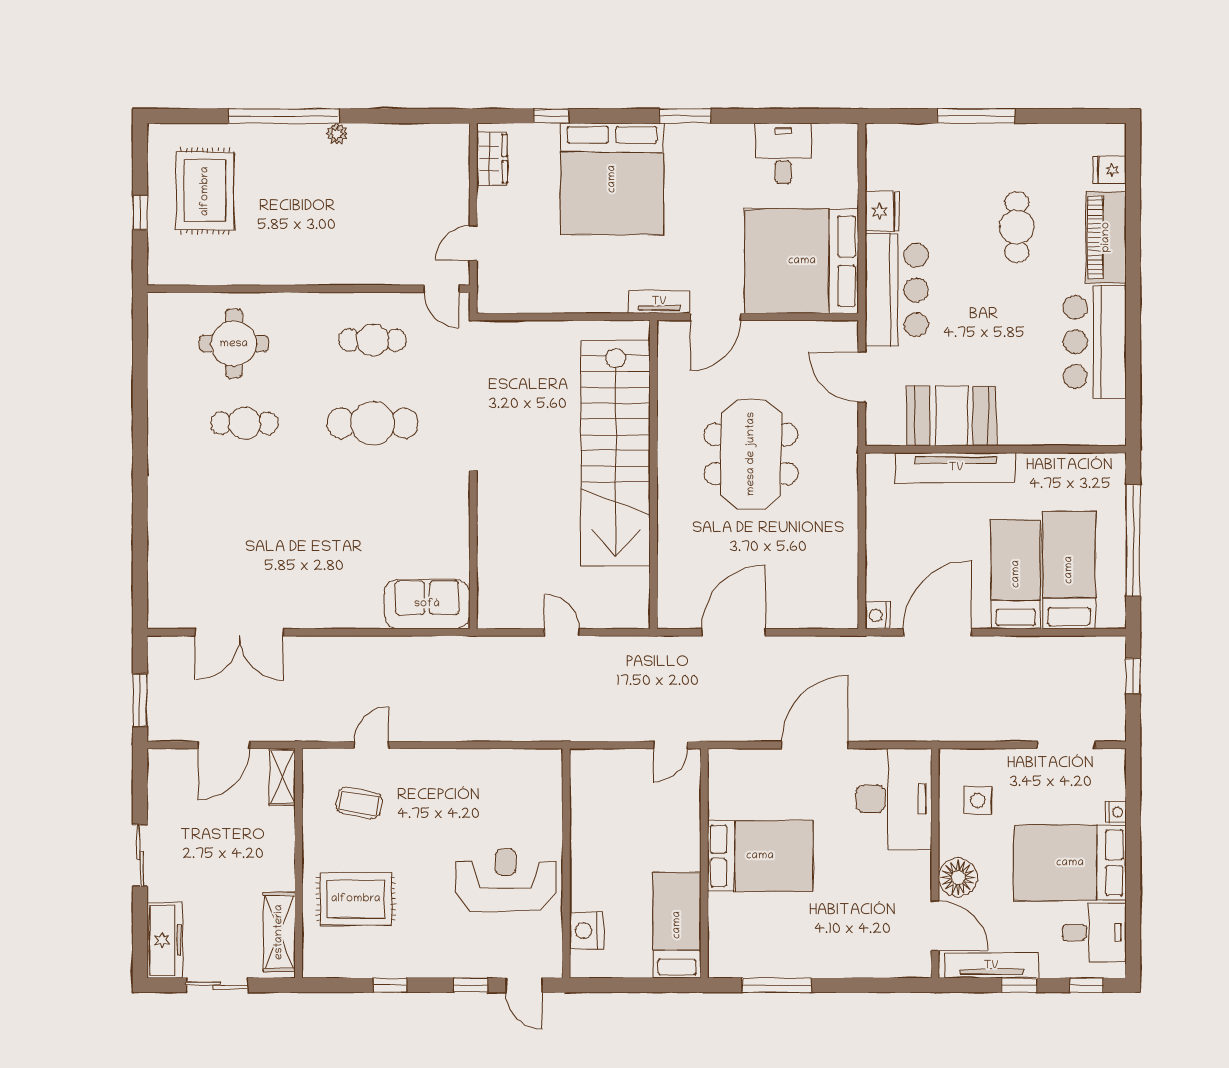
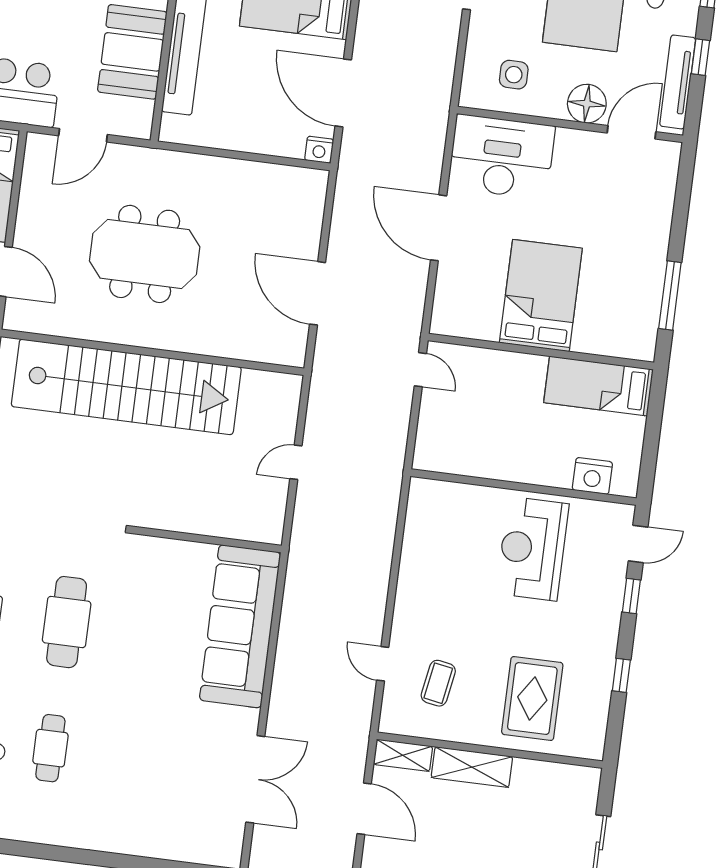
sofa: (427, 604) -> (240, 626), width x1.85, depth x1.27
shelving: (279, 932) -> (472, 767), moved

